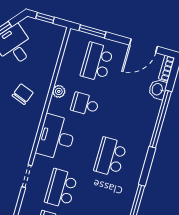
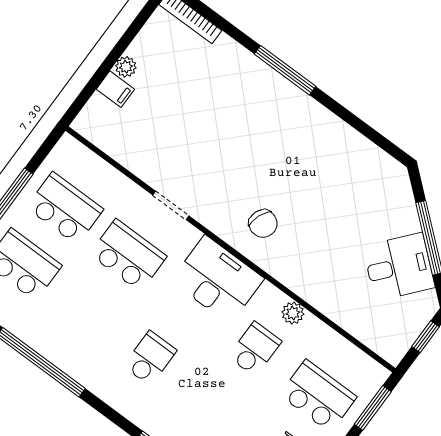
chair: (23, 94) -> (263, 224), moved
school desk: (110, 157) -> (150, 358), width x0.54

